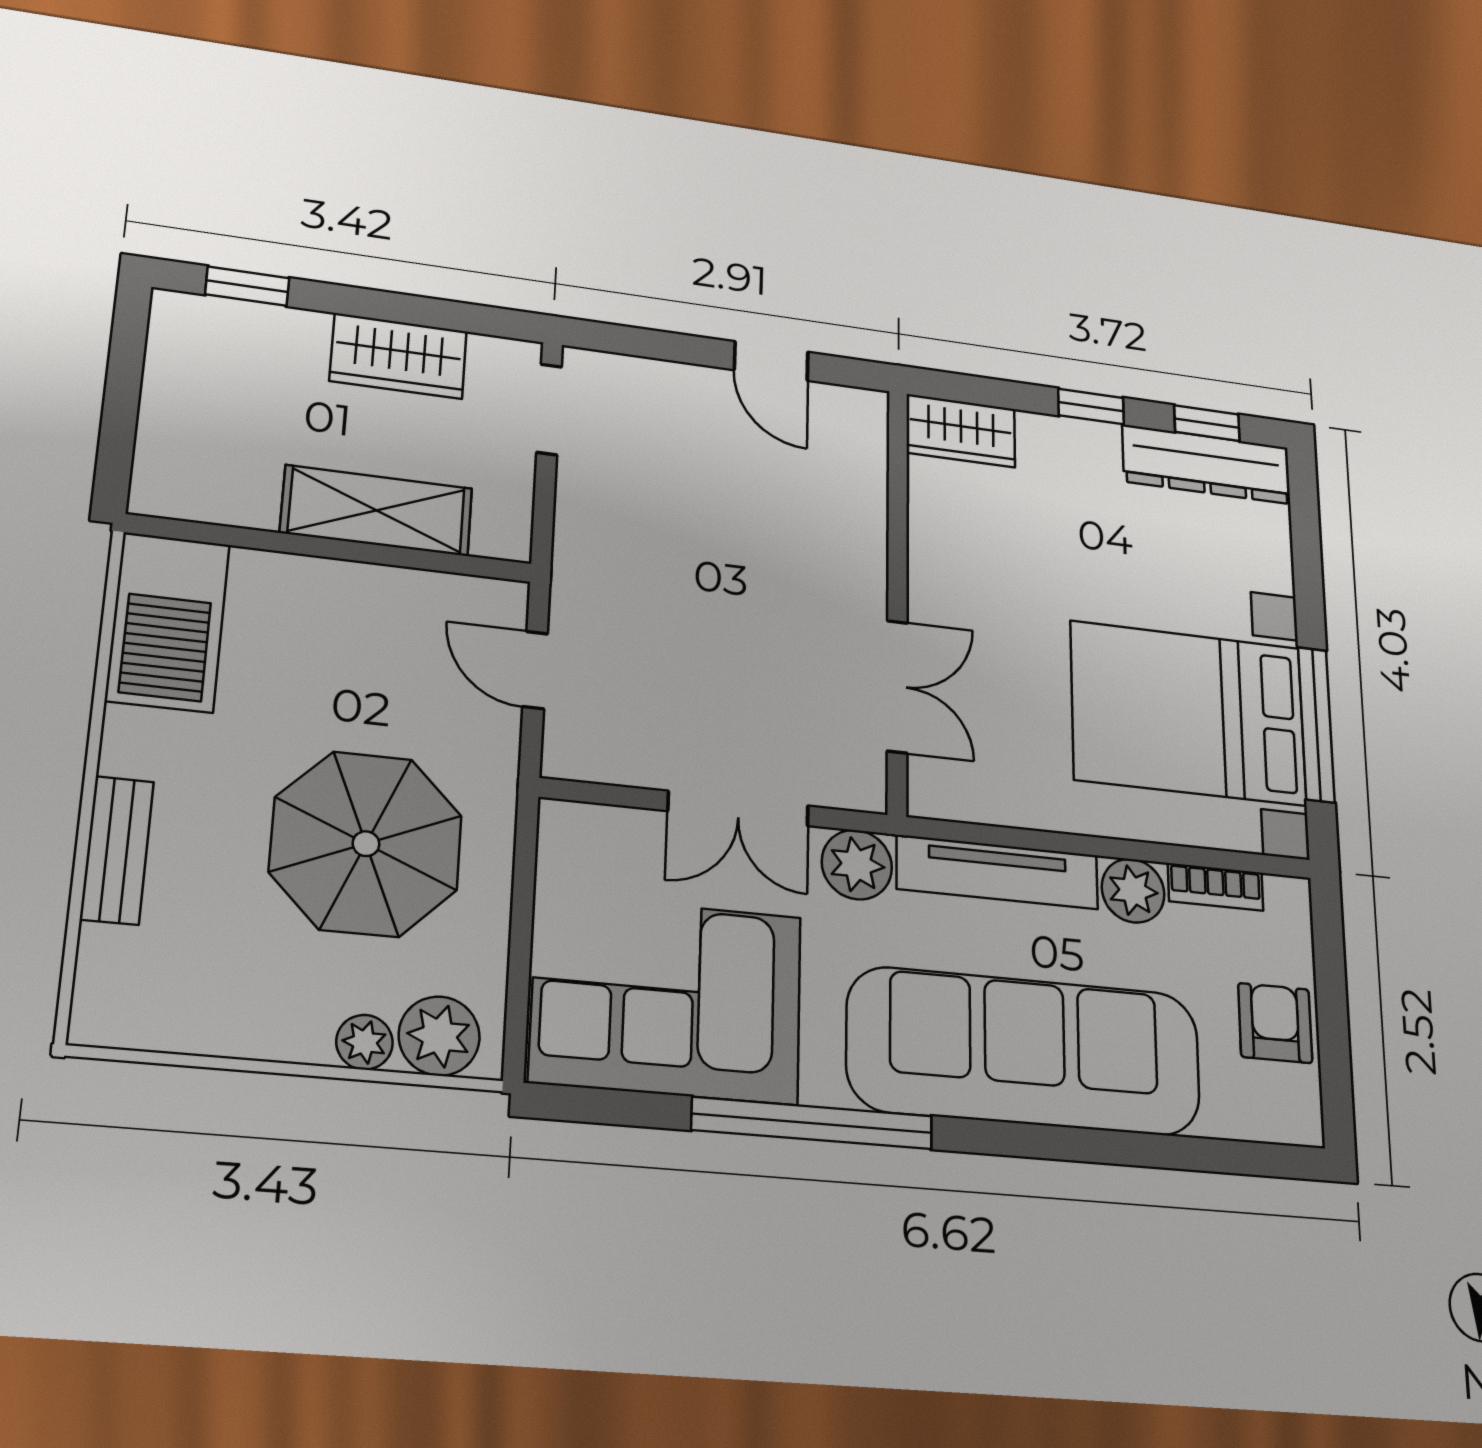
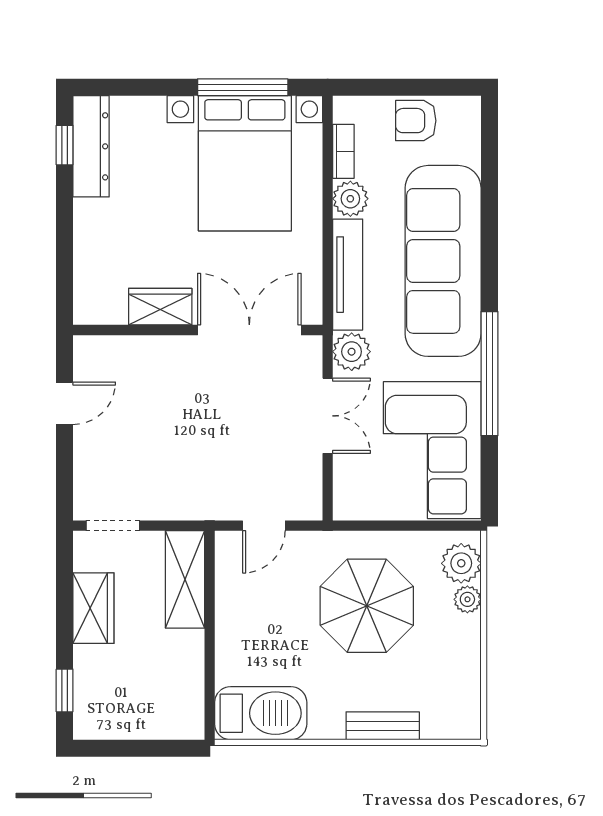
window: (1091, 407) -> (65, 216), removed
wardrobe: (961, 431) -> (160, 307), moved, turned -90
shelving: (377, 511) -> (185, 579), moved
double door: (897, 686) -> (249, 330), width x1.37

